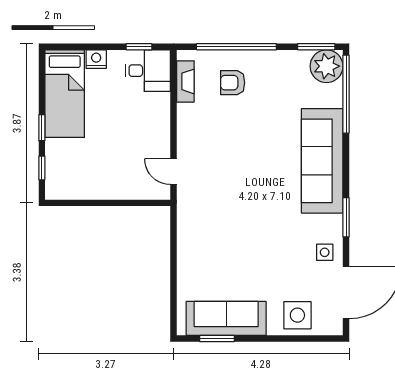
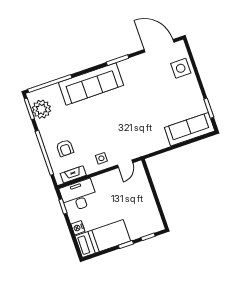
plant: (327, 66) -> (41, 109), moved
desk: (148, 71) -> (79, 196), width x1.37
side table: (325, 252) -> (101, 158), moved
sofa: (226, 318) -> (190, 129), moved, turned 90

